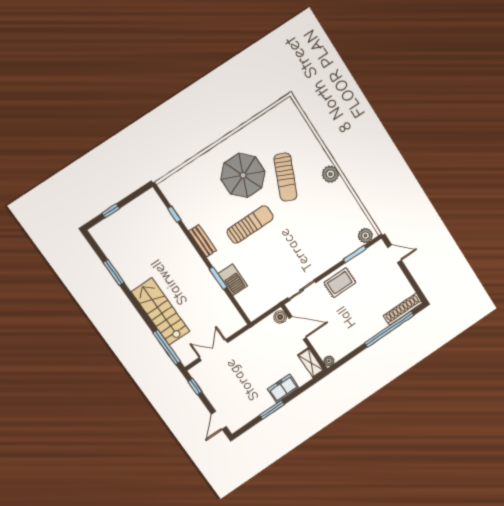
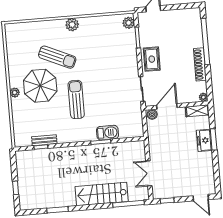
plant: (219, 150) -> (15, 93), added
bench: (203, 241) -> (44, 140), moved
shoe rack: (403, 309) -> (200, 64), moved
window: (272, 410) -> (214, 139), moved

